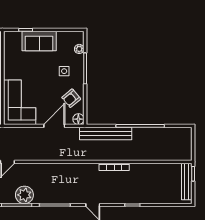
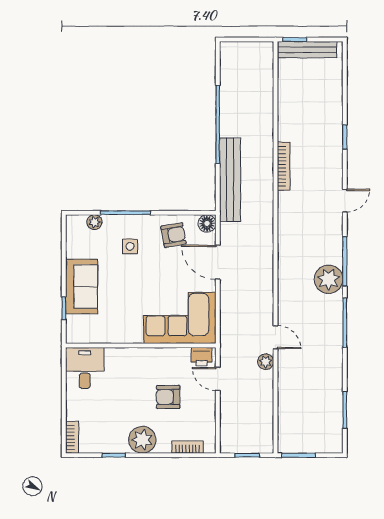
armchair: (71, 98) -> (173, 235), turned -60
plant: (24, 195) -> (329, 279), moved

